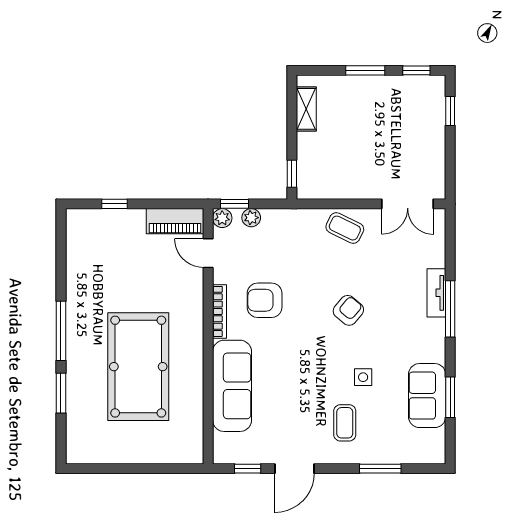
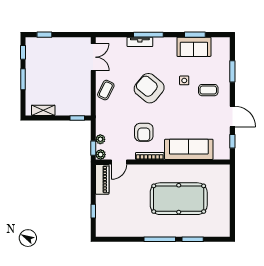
armchair: (348, 310) -> (149, 88), width x1.88, depth x1.88

